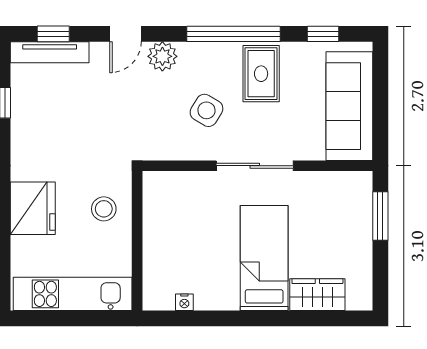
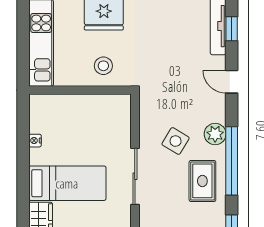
plant: (162, 56) -> (215, 134), moved
rug: (261, 74) -> (202, 181), turned 90
nightstand: (184, 302) -> (35, 141), moved

